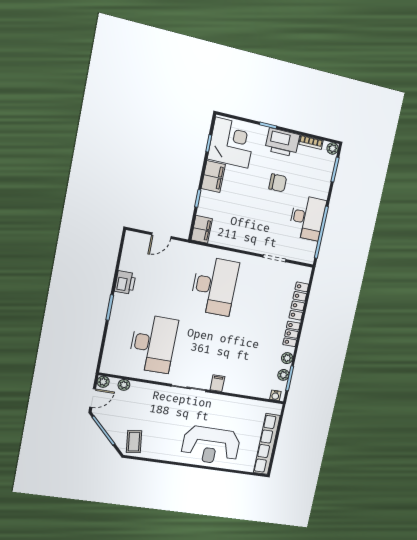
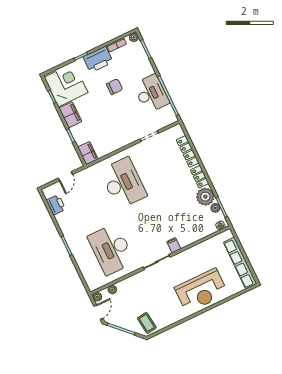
printer: (125, 283) -> (56, 205), moved
desk: (153, 344) -> (111, 249), turned 180
plant: (287, 358) -> (205, 197), width x1.88, depth x1.88

